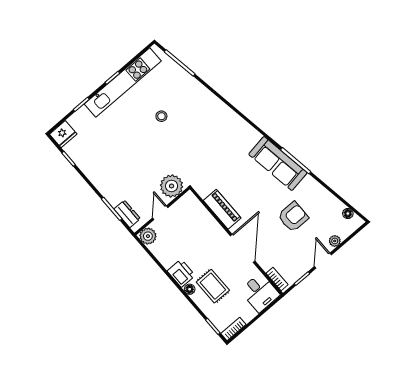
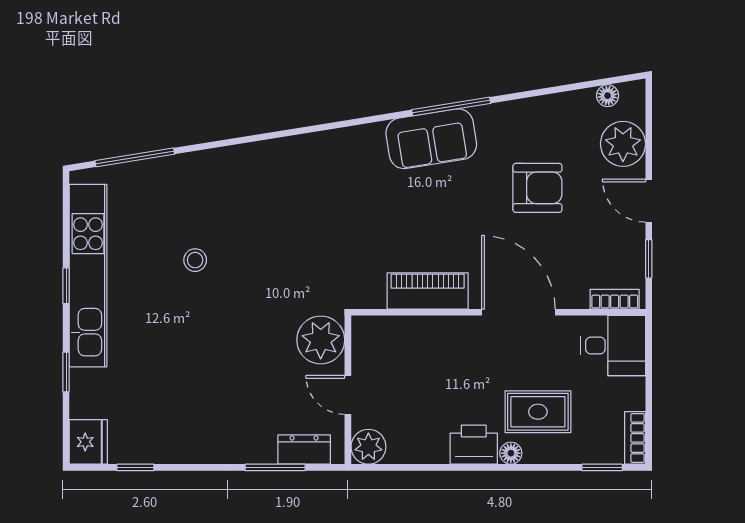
sofa: (278, 163) -> (431, 139), width x0.73
armchair: (293, 217) -> (537, 188), turned 90
plant: (335, 241) -> (623, 144), width x1.88, depth x1.88

